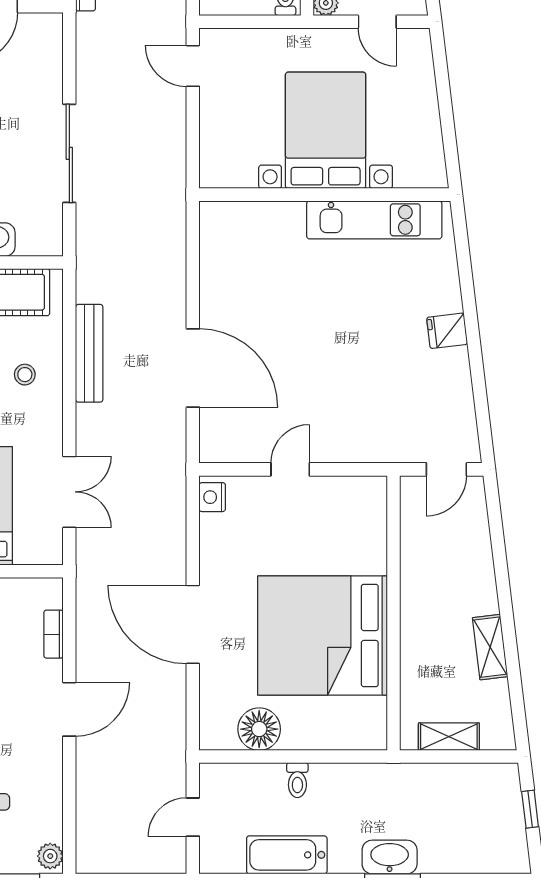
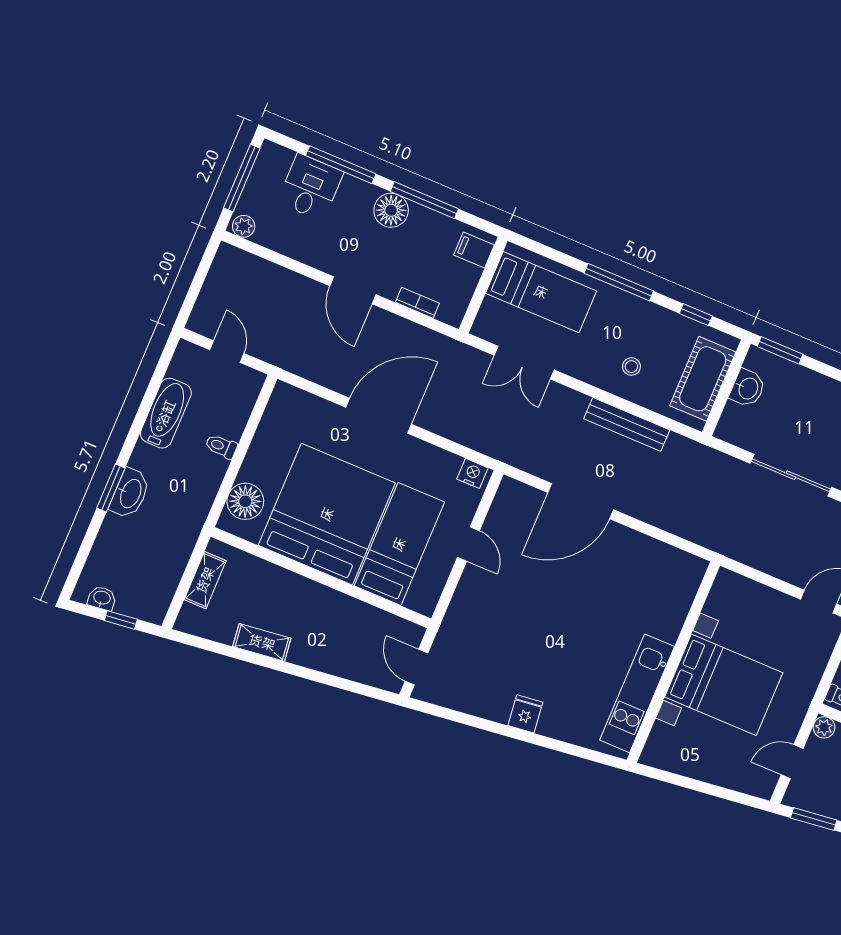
bed: (321, 544) -> (399, 544), added
floor lamp: (259, 729) -> (245, 501), moved
washbasin: (515, 840) -> (102, 598), added

